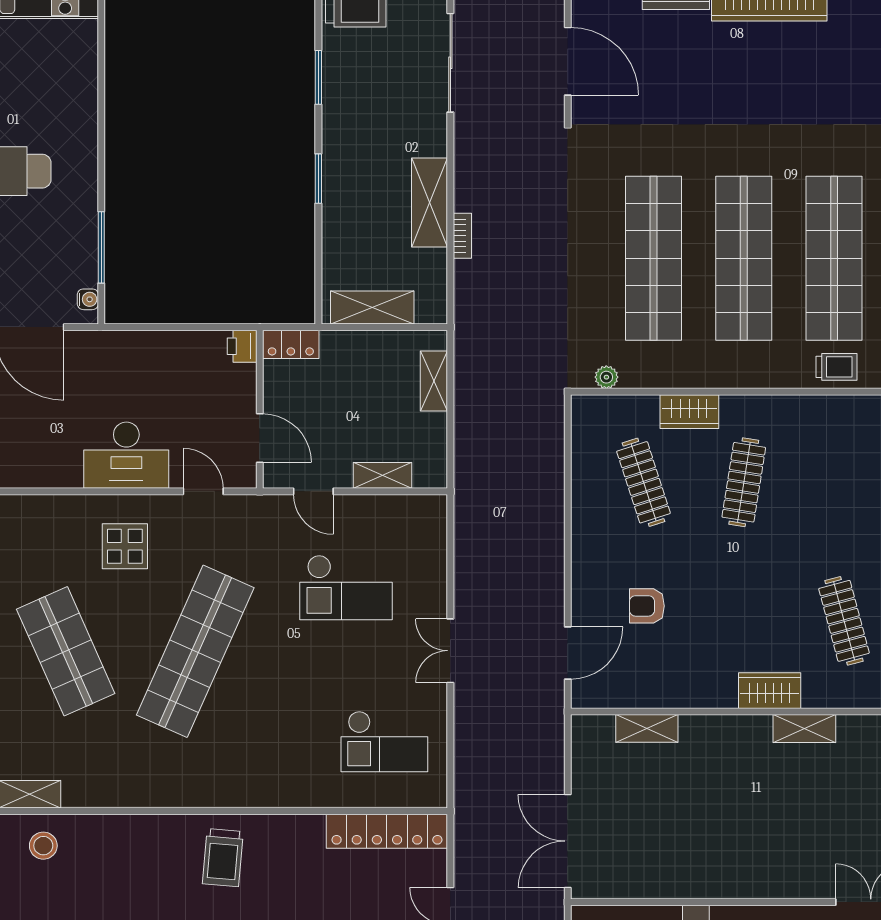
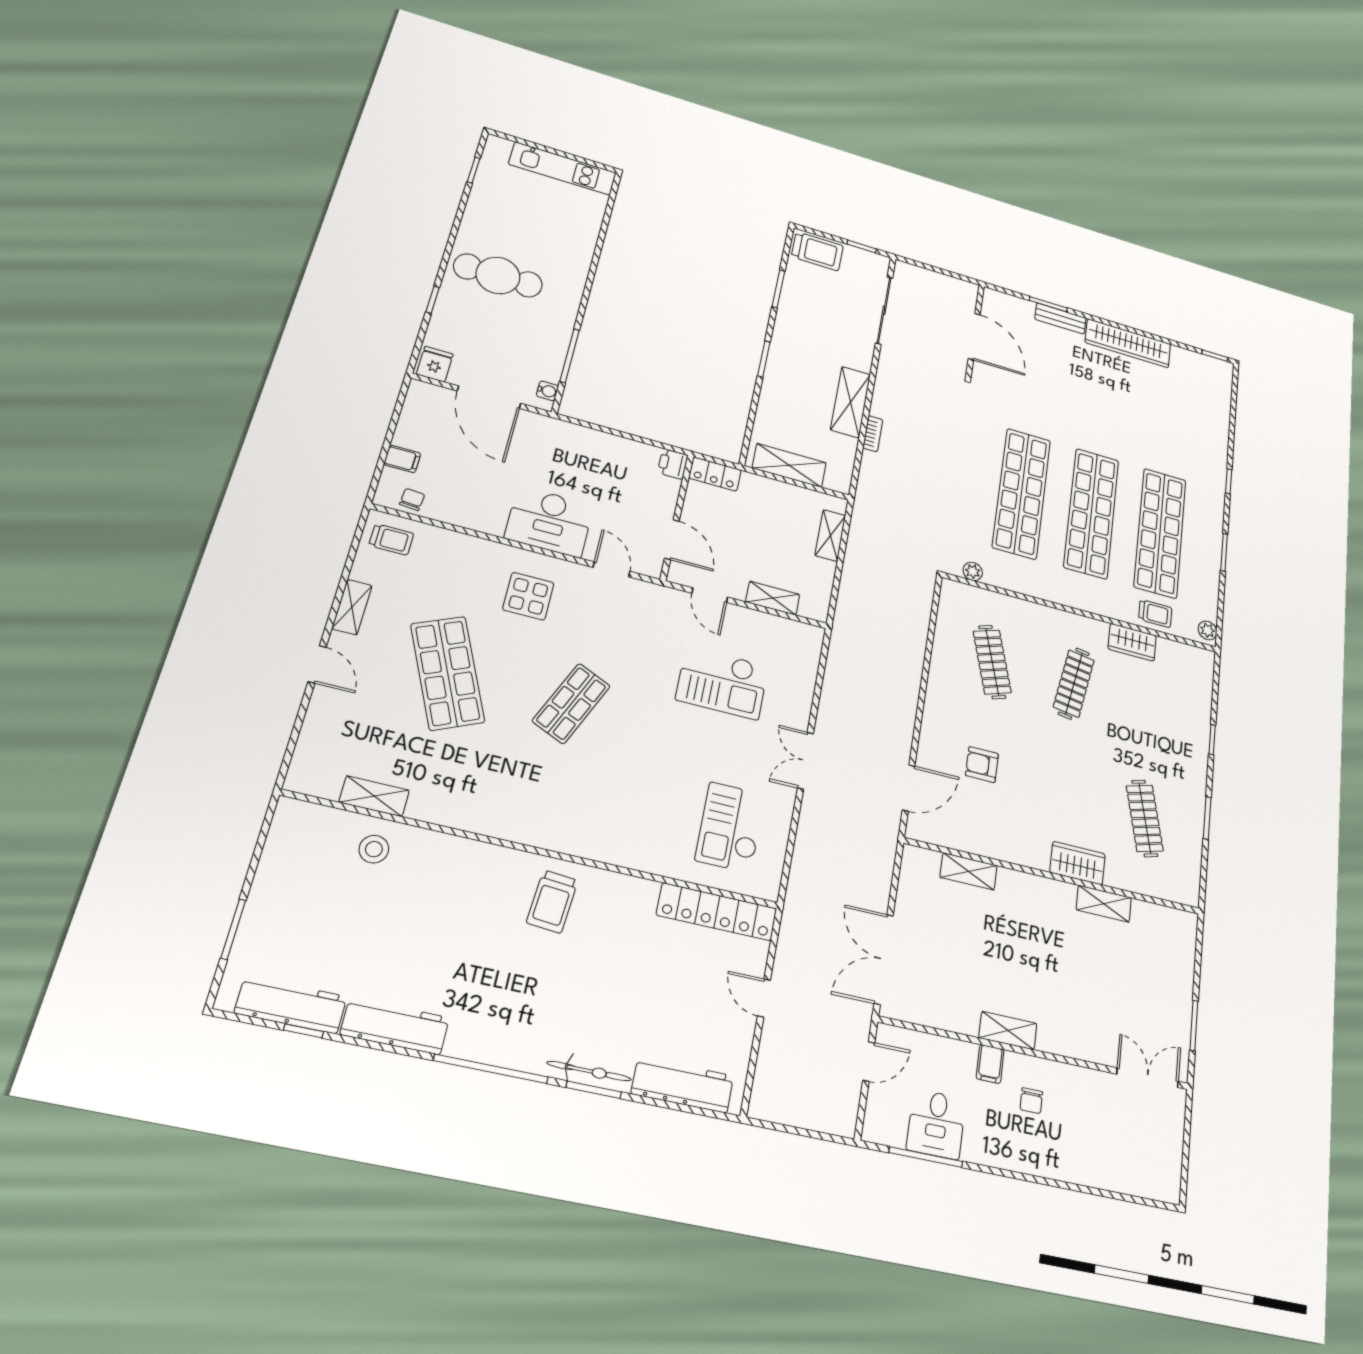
wardrobe: (689, 412) -> (1132, 642), moved
shop shelf: (195, 651) -> (571, 703), width x0.50, depth x0.74
checkout: (384, 741) -> (730, 827), turned 90
shelving: (711, 885) -> (1008, 1031), added

